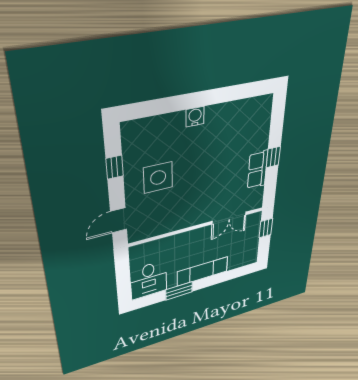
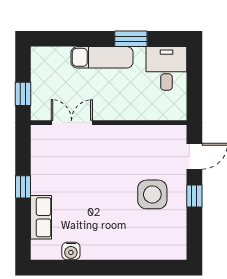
water cooler: (195, 117) -> (71, 251), moved
window: (115, 167) -> (194, 196), moved
row of seats: (257, 170) -> (41, 217), moved

